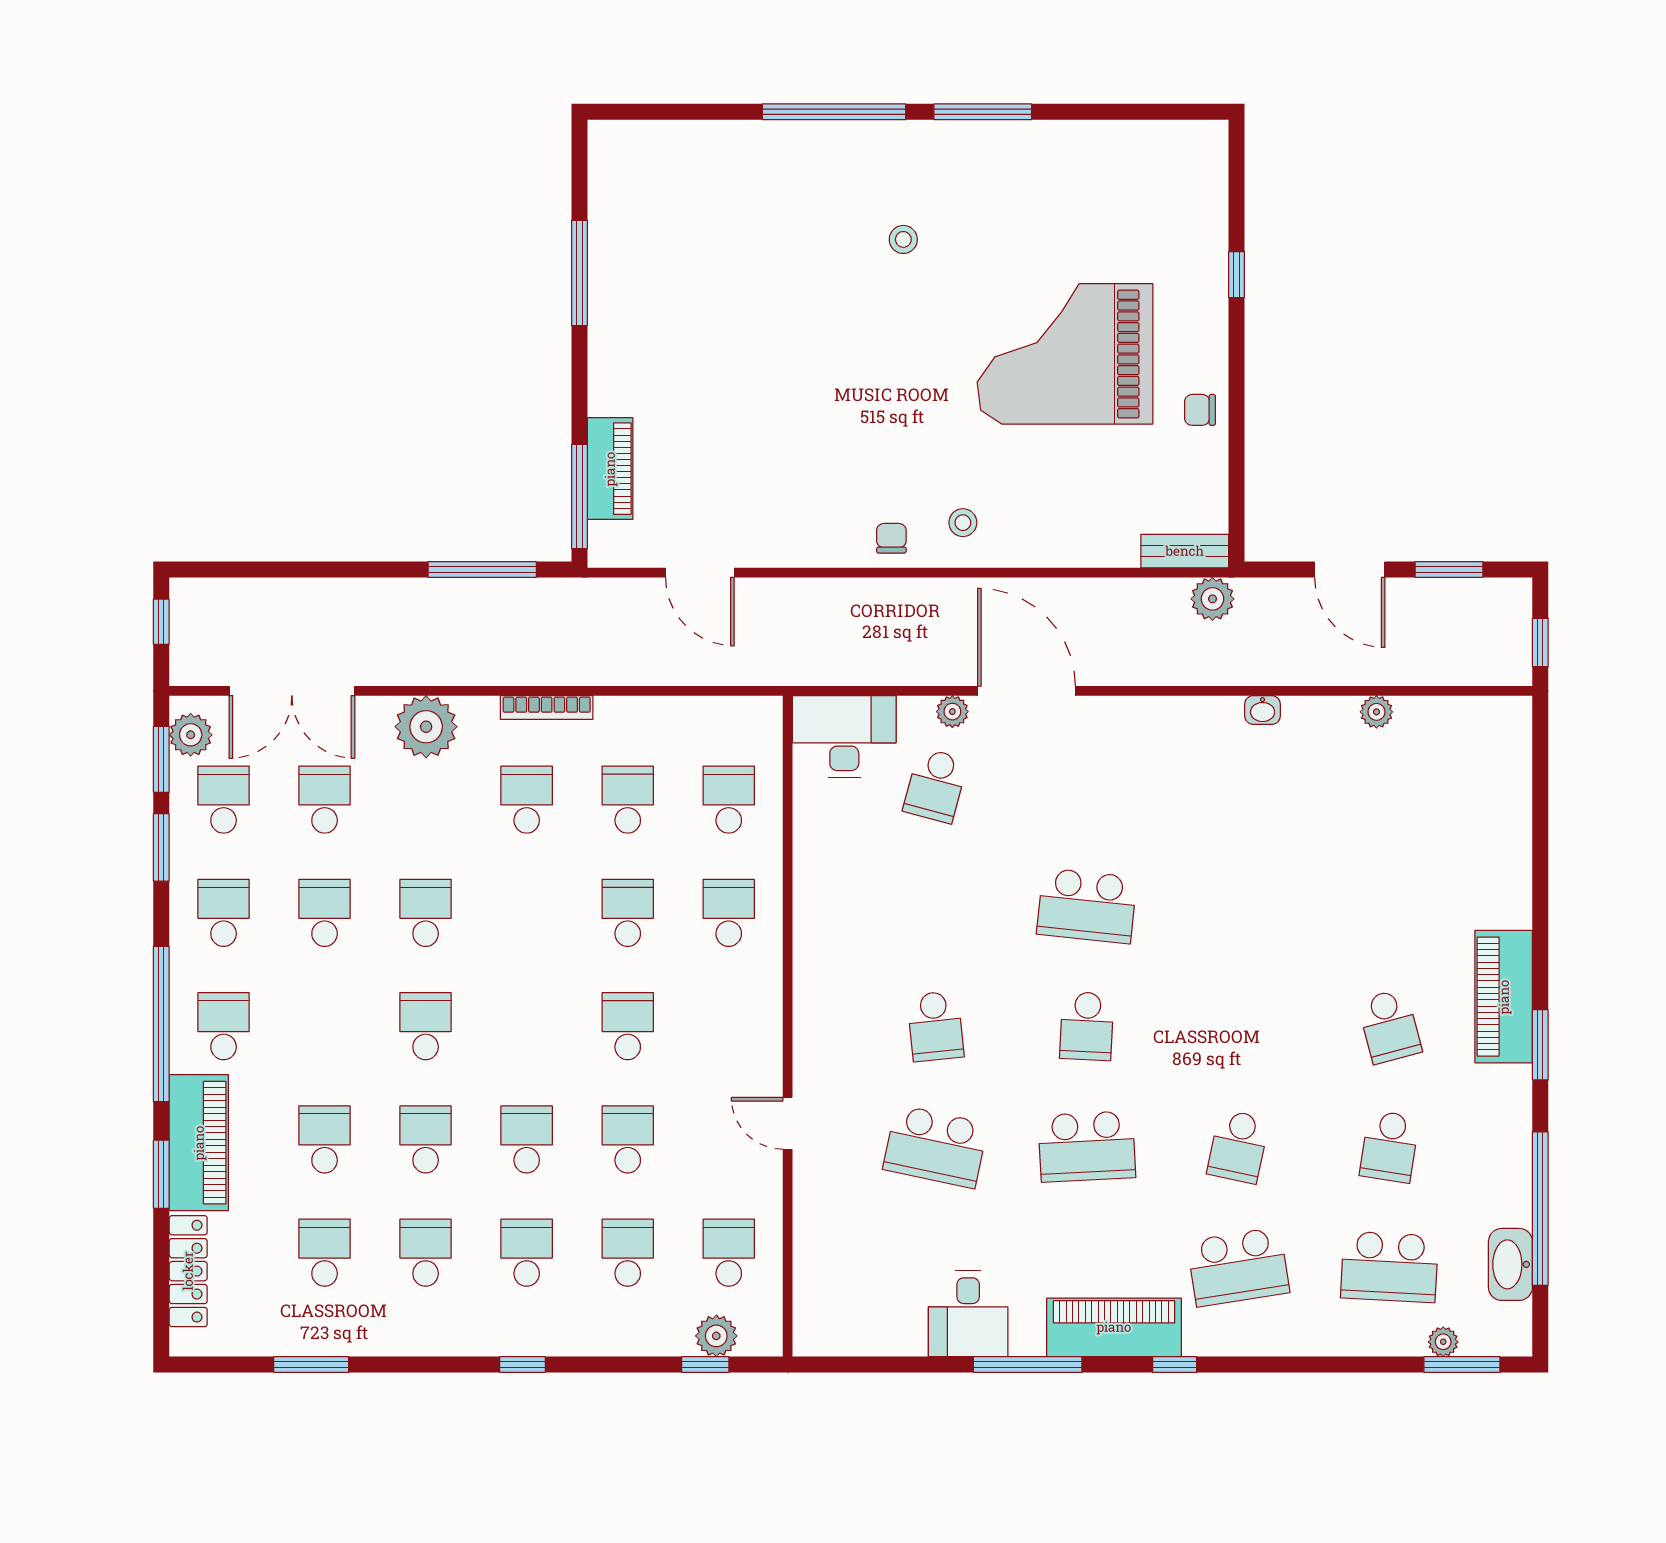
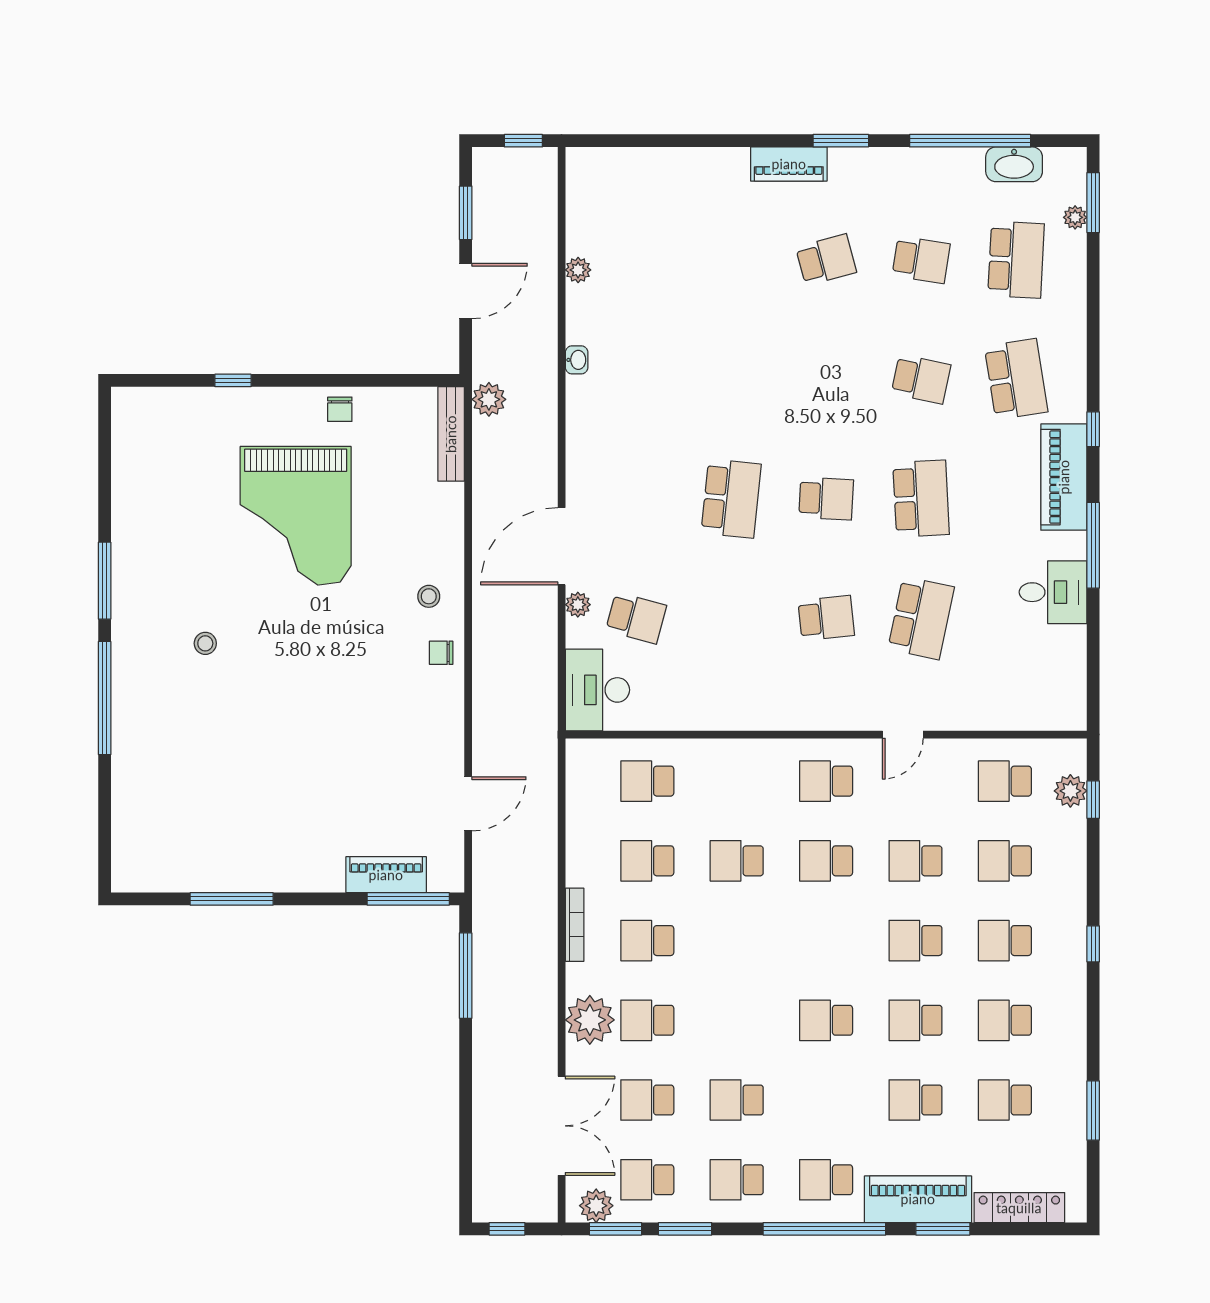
bench: (1185, 551) -> (451, 434), width x1.36
school desk: (426, 913) -> (647, 1020), moved
school desk: (729, 913) -> (826, 781), moved
piano: (1504, 997) -> (789, 164), width x0.73, depth x0.75

